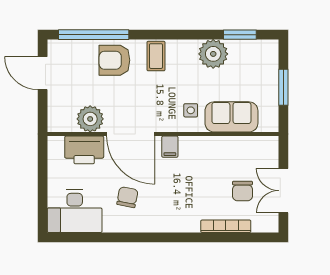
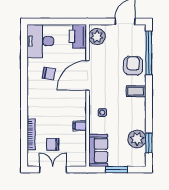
plant: (213, 54) -> (137, 139), moved
sofa: (231, 117) -> (98, 150), moved
plant: (90, 119) -> (97, 37), moved
filing cabinet: (170, 147) -> (80, 126), moved
printer: (84, 150) -> (78, 36), moved

